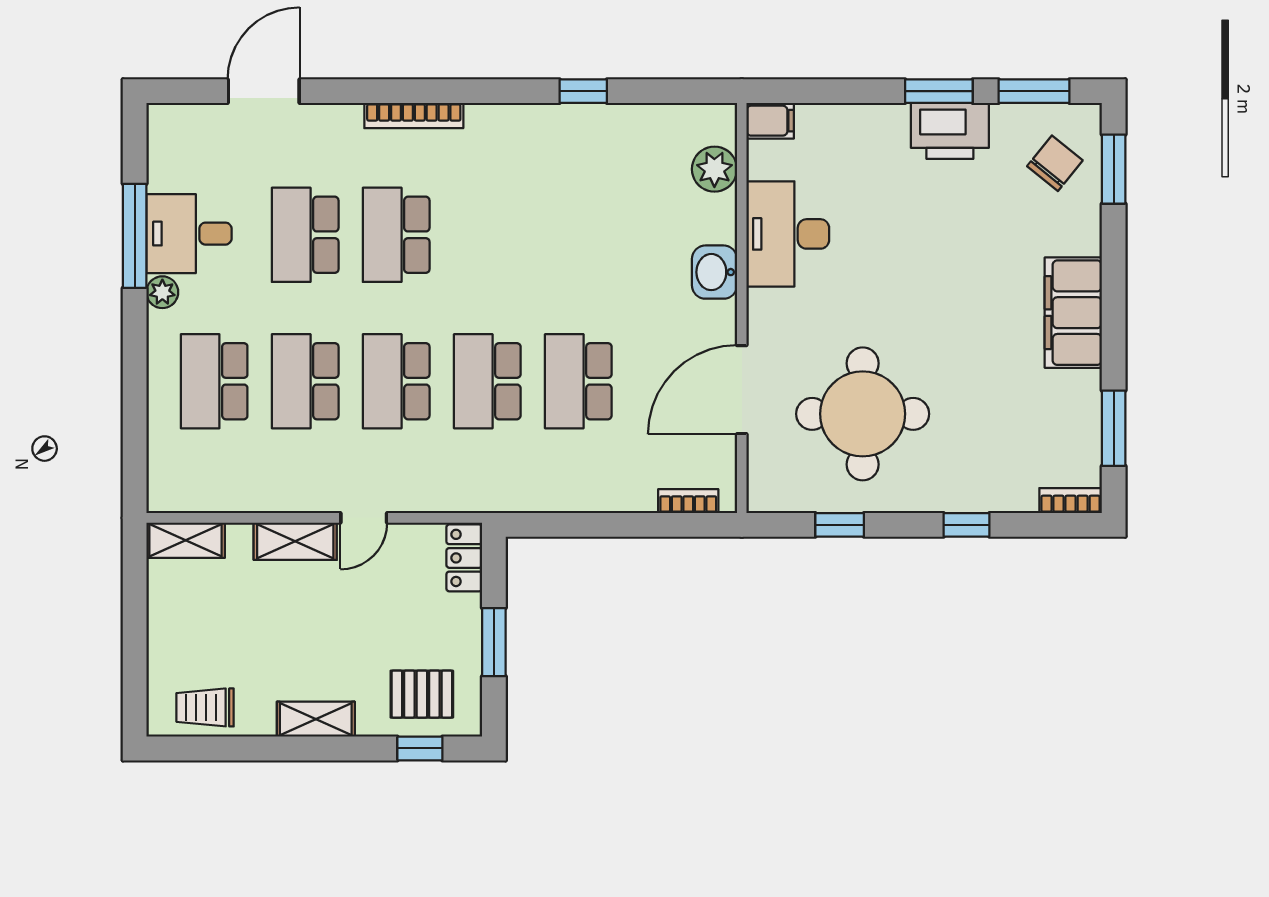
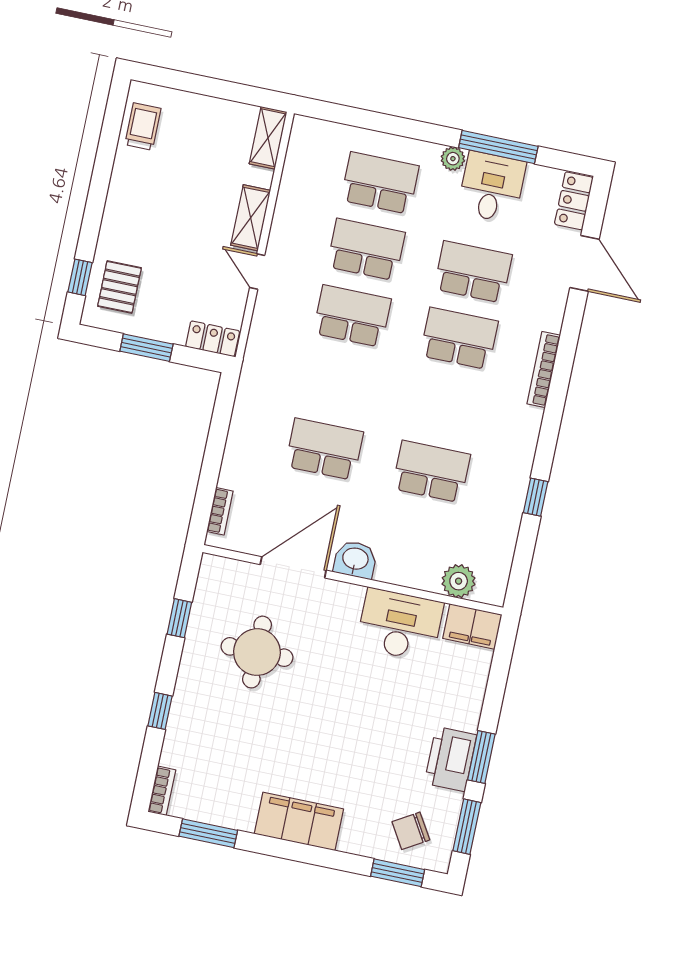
filing cabinet: (770, 121) -> (472, 627), width x2.00
locker: (184, 122) -> (574, 201), added
chair: (1055, 163) -> (411, 831), turned 110
washbasin: (715, 272) -> (355, 560), moved
school desk: (487, 381) -> (431, 471), moved
door: (742, 390) -> (293, 567), hinge flipped
round table: (863, 414) -> (257, 652), width x0.73, depth x0.73
shelving: (316, 719) -> (117, 206), removed

